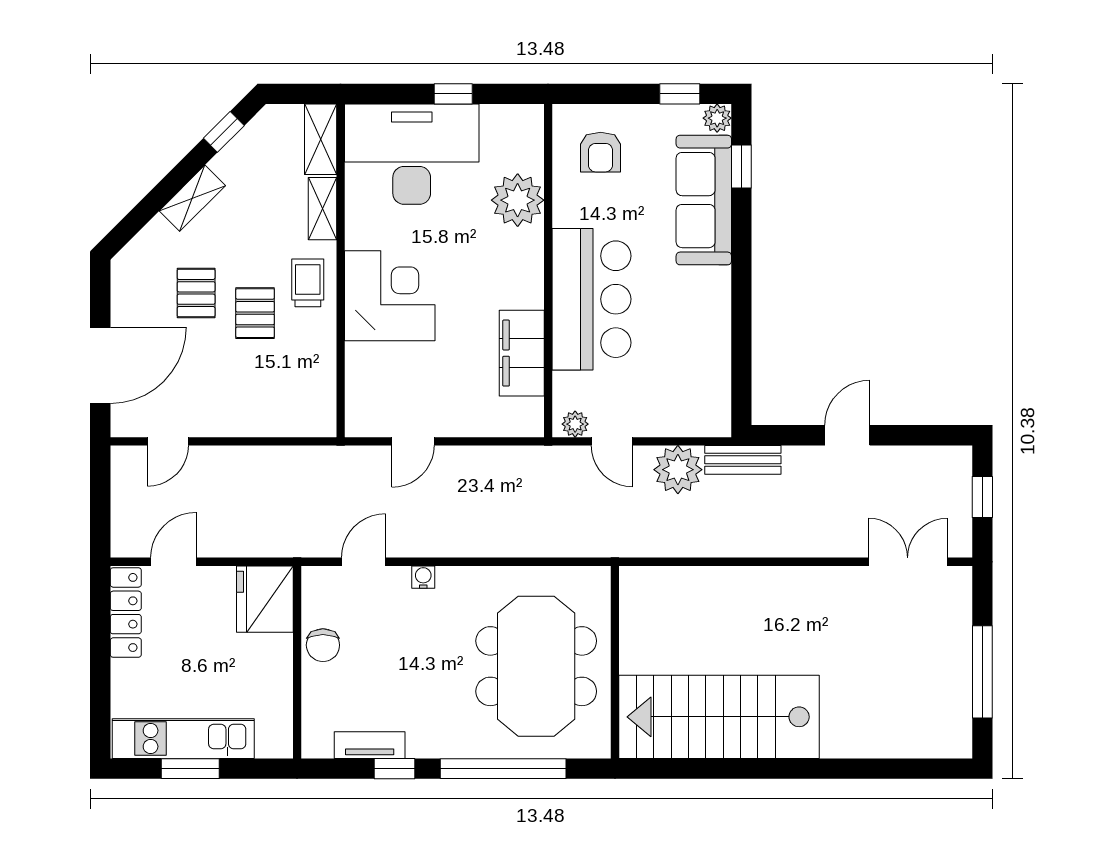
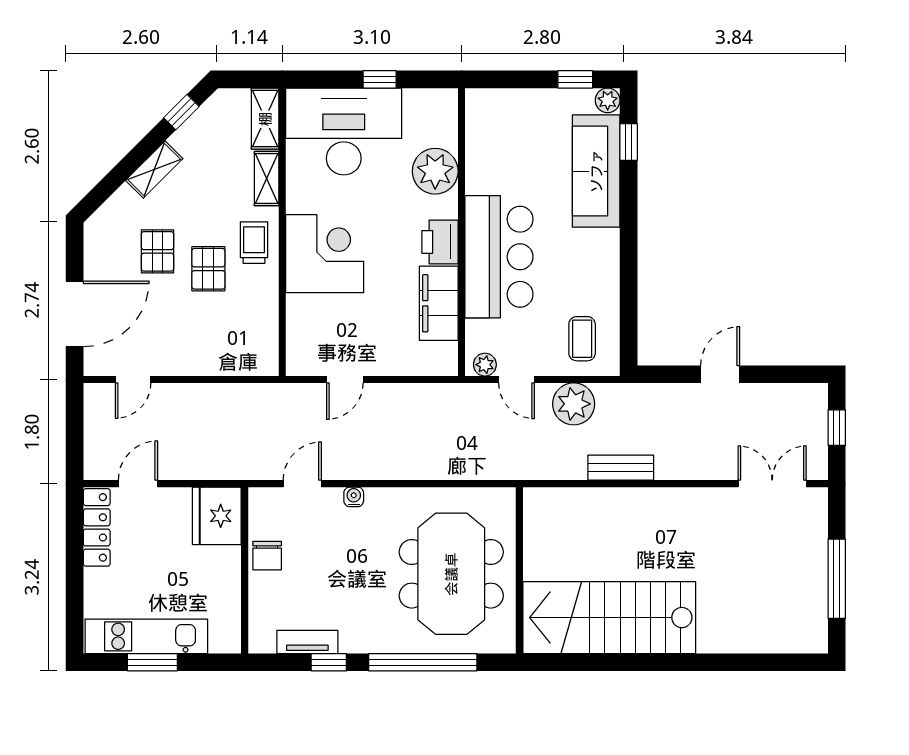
armchair: (601, 152) -> (507, 130), removed
printer: (523, 282) -> (440, 242), added
coffee table: (688, 394) -> (582, 339), added
bench: (743, 460) -> (621, 468), moved

